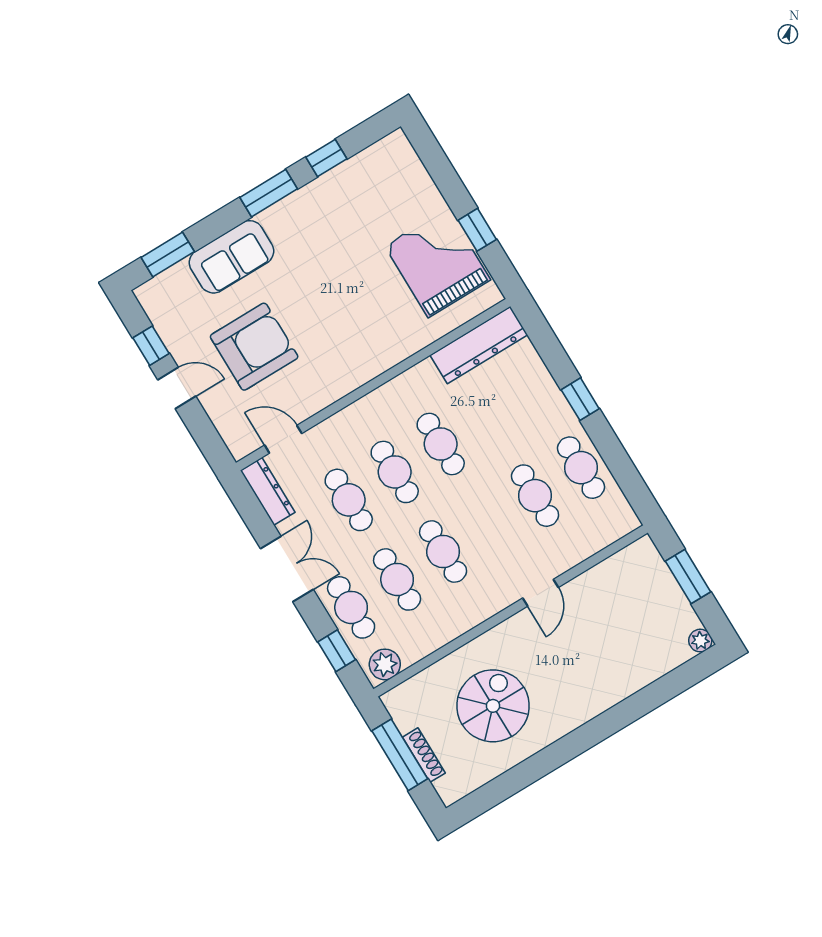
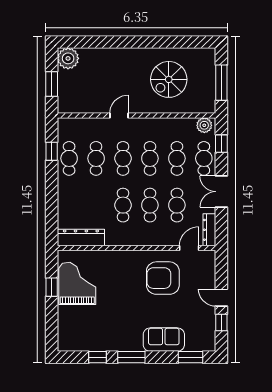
grand piano: (437, 263) -> (77, 283), turned 180
armchair: (254, 347) -> (163, 278), moved
window: (580, 399) -> (52, 151), moved
door: (283, 439) -> (189, 248), swing flipped
cafe table: (489, 524) -> (123, 158), added
plant: (700, 641) -> (68, 58), width x1.88, depth x1.88
shoe rack: (424, 755) -> (211, 76), removed

